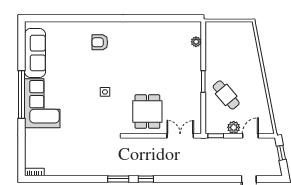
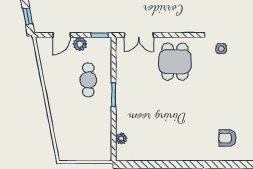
armchair: (100, 42) -> (227, 138), turned 180
side table: (105, 92) -> (221, 49), moved
cafe table: (226, 95) -> (88, 80), turned 40

